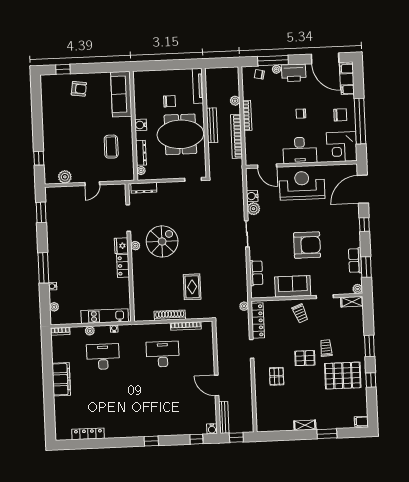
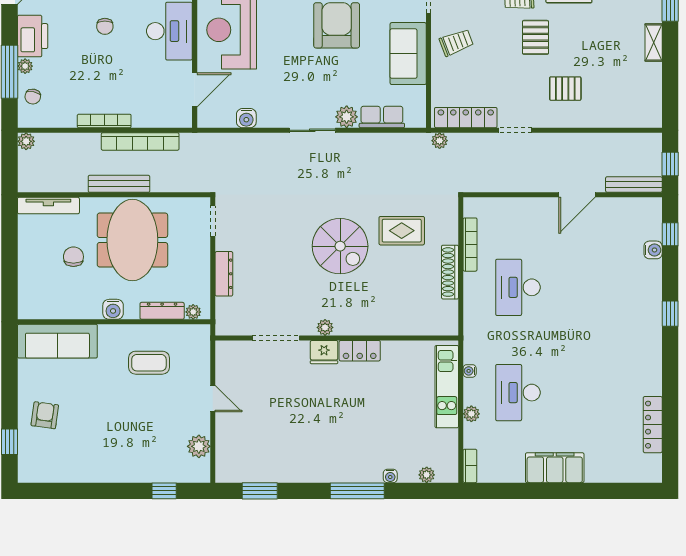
plant: (235, 101) -> (26, 141), moved
dresser: (144, 188) -> (224, 274), moved
plant: (254, 209) -> (347, 117), moved
spiral stairs: (162, 241) -> (340, 246), moved, turned 180
water cooler: (212, 429) -> (653, 250), moved

